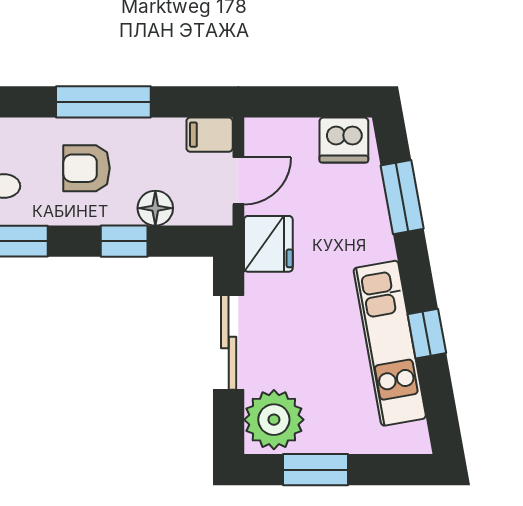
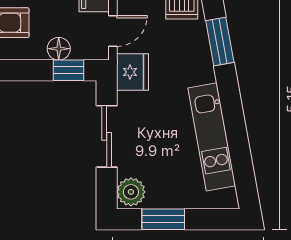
window: (124, 241) -> (68, 70), moved
window: (427, 334) -> (236, 131), removed
plant: (274, 420) -> (131, 192), width x0.73, depth x0.73

